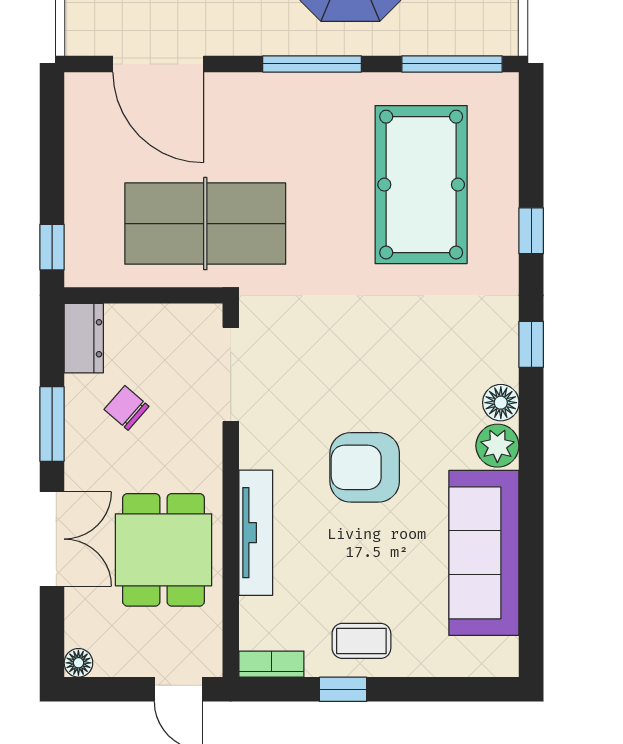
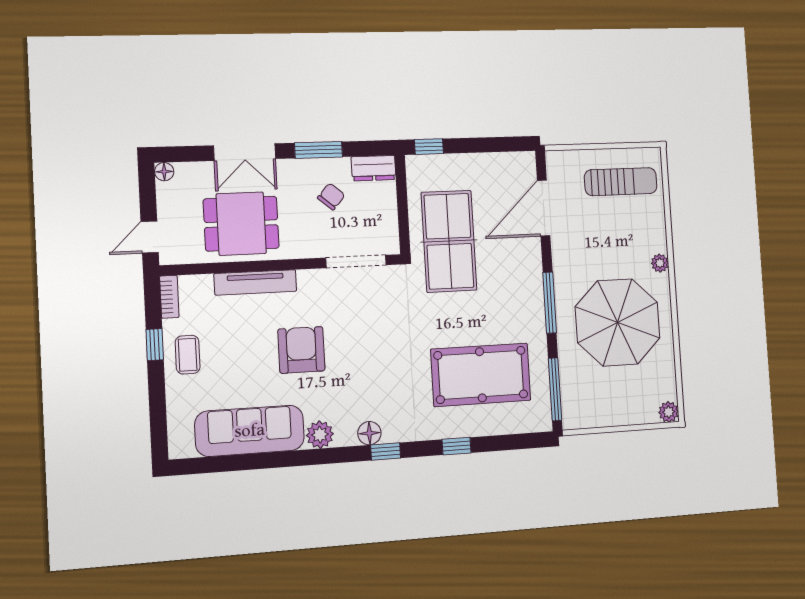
floor lamp: (501, 403) -> (369, 433), moved

